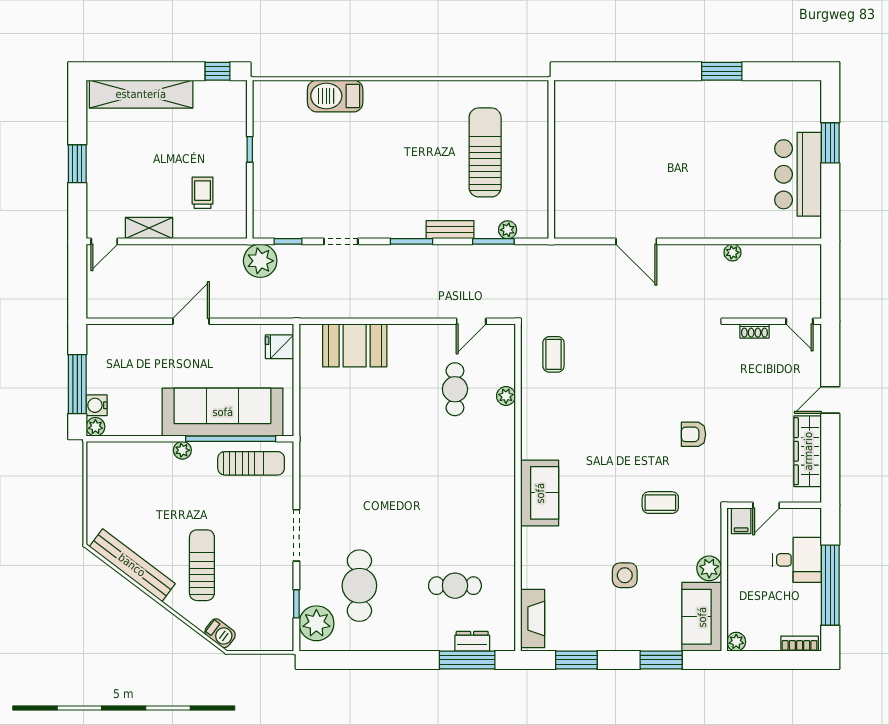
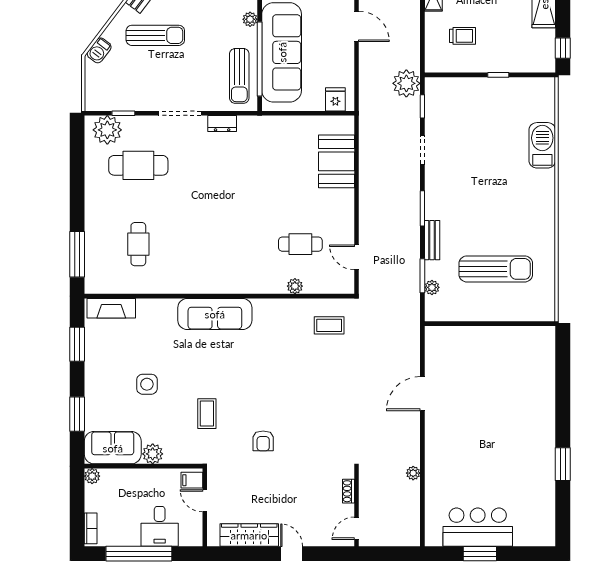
window: (830, 143) -> (480, 554), moved
armchair: (693, 434) -> (263, 441), turned 180
sofa: (540, 493) -> (215, 314), width x1.36
dresser: (472, 641) -> (222, 124), moved, turned 90

